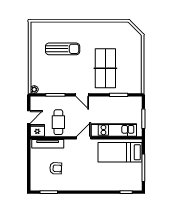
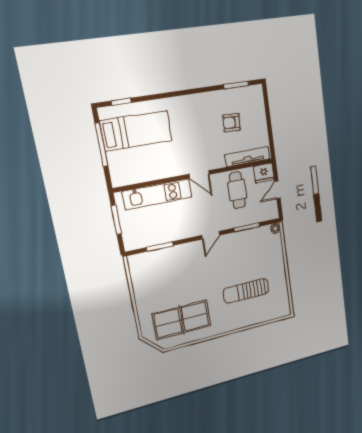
table tennis table: (105, 68) -> (182, 320), moved, turned 90
door: (82, 95) -> (211, 235), swing flipped
door: (84, 138) -> (199, 174), hinge flipped
bed: (120, 152) -> (136, 131), moved

